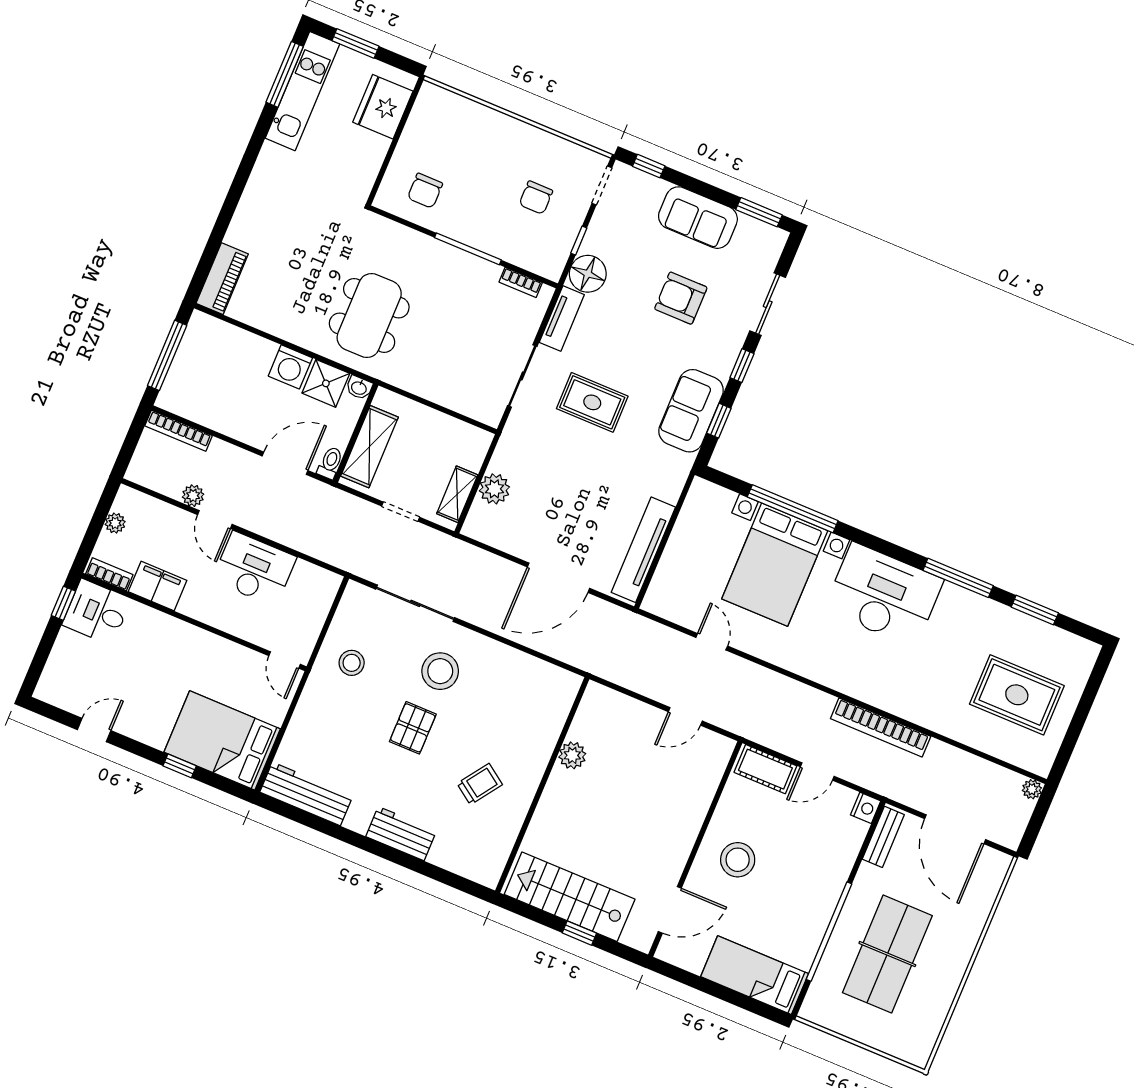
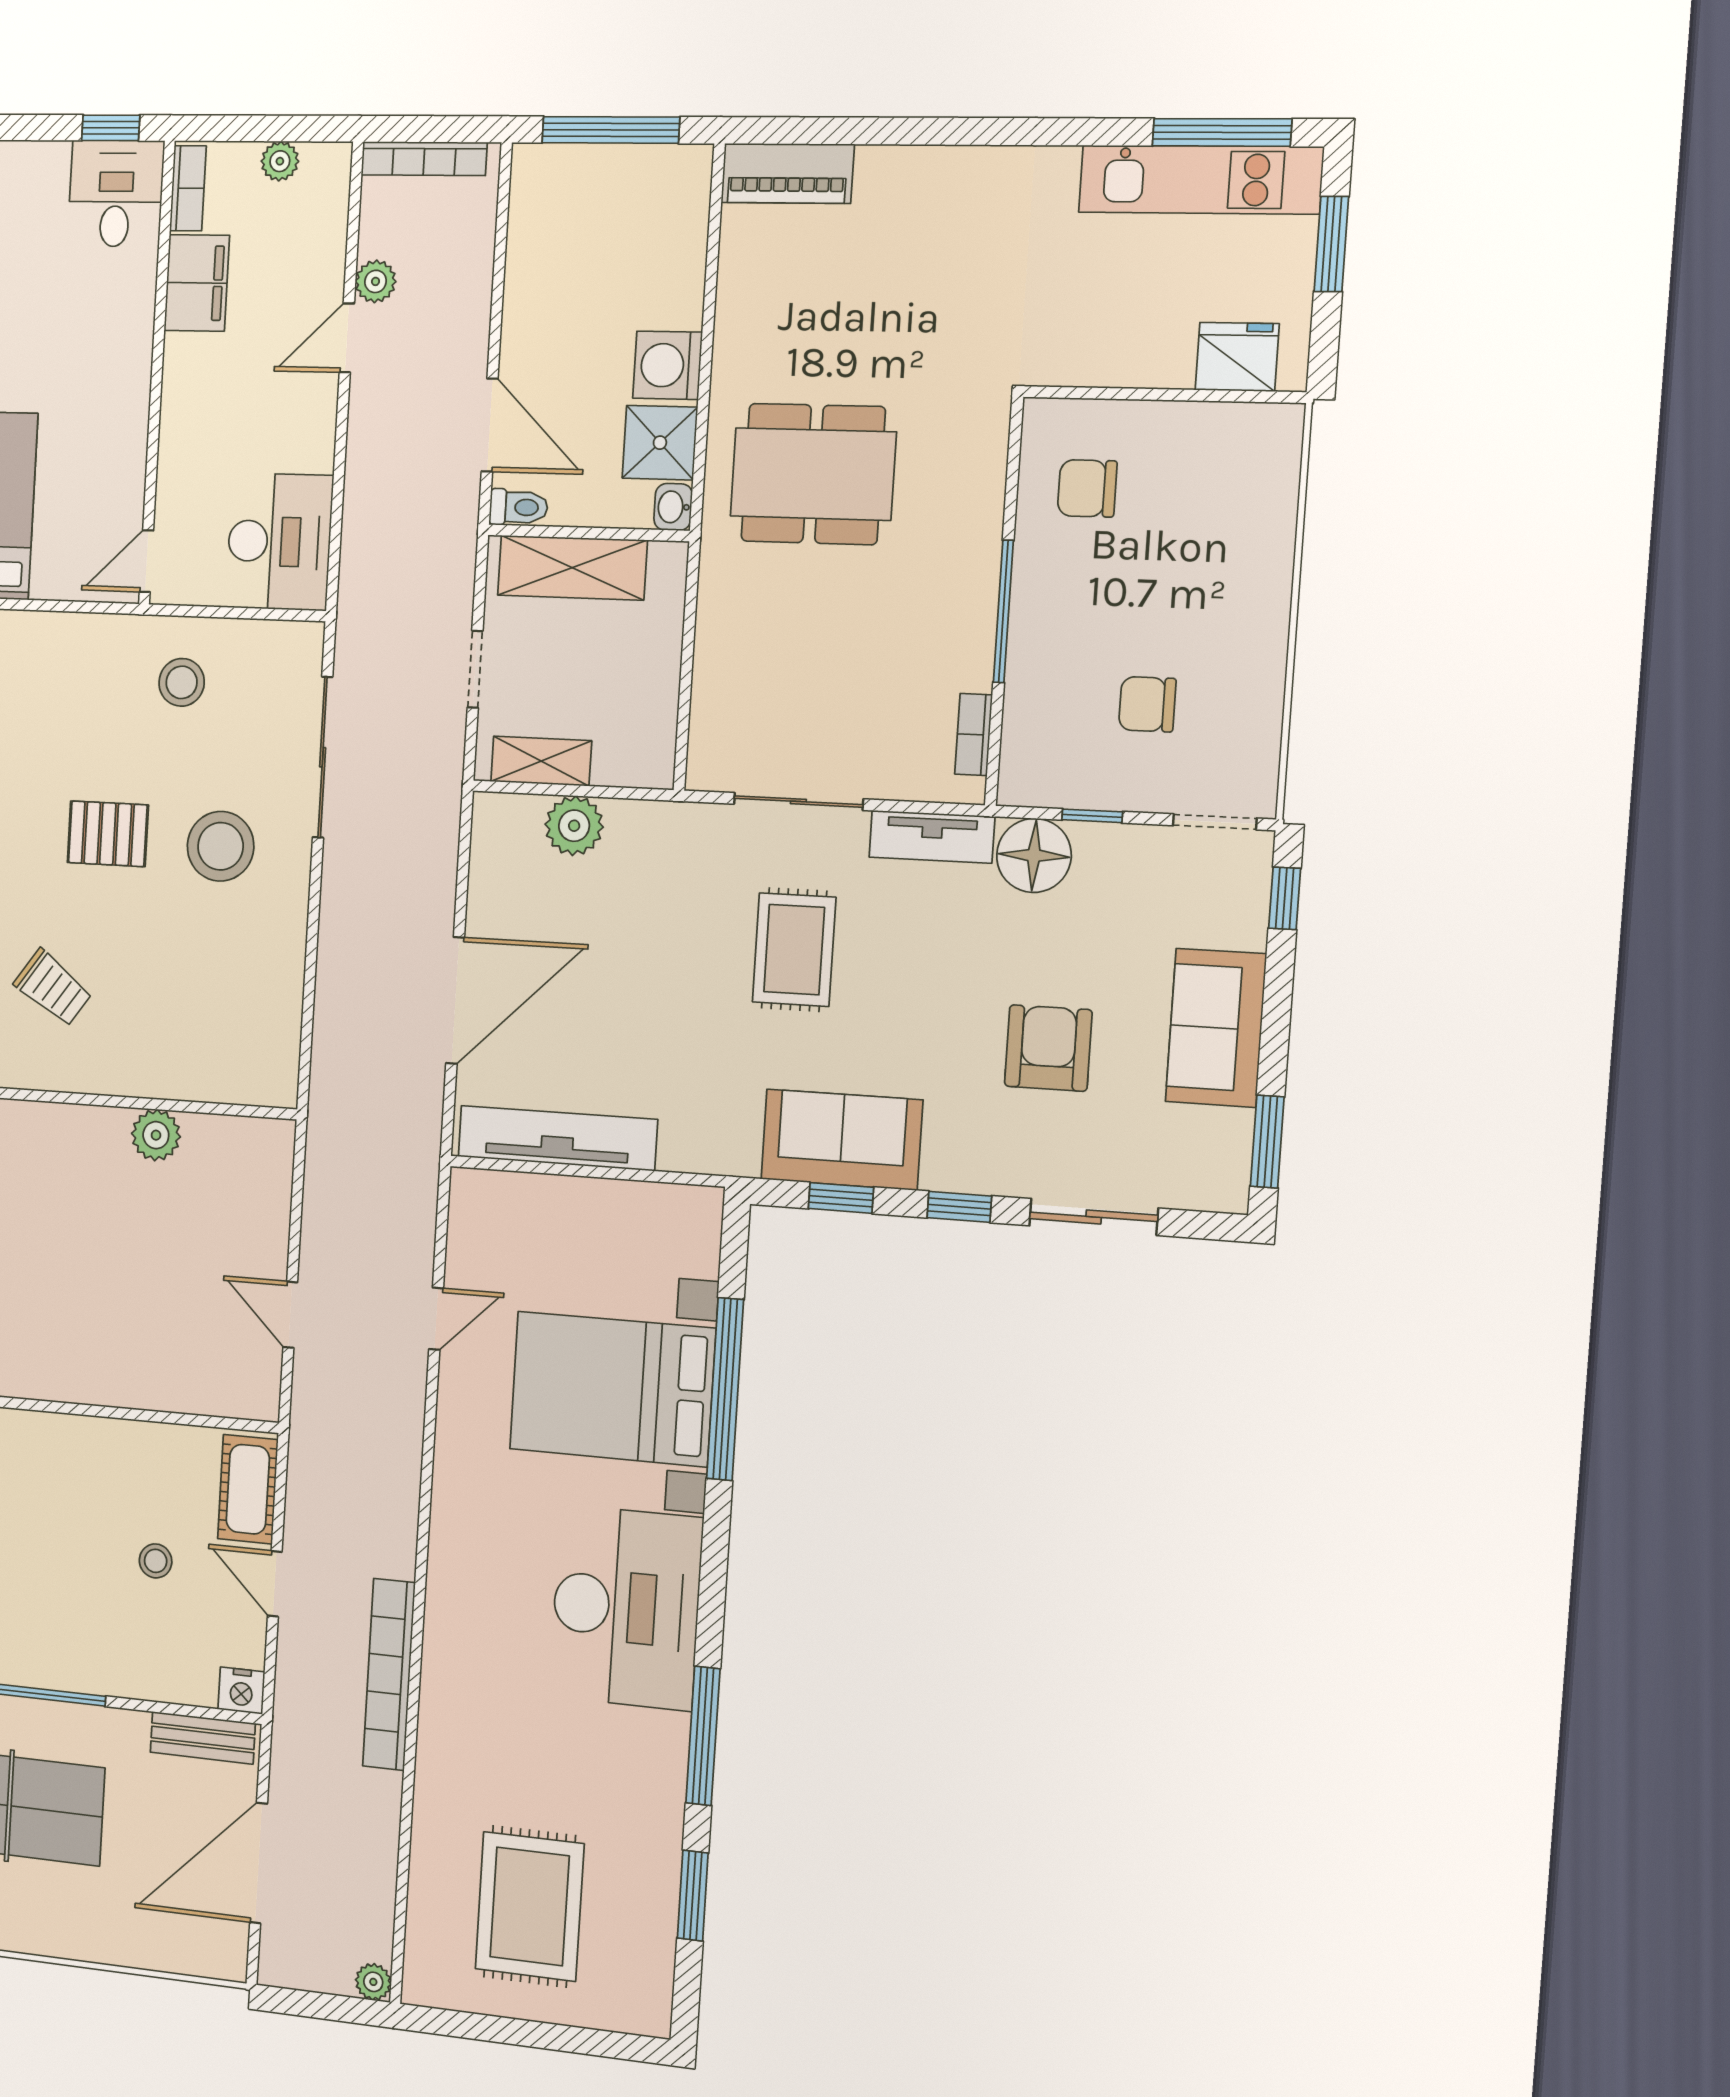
fridge: (383, 107) -> (1237, 357), width x0.73, depth x0.75
bookcase: (179, 431) -> (424, 159), moved, turned -90
desk: (254, 569) -> (279, 542), moved
door: (559, 578) -> (455, 1000), swing flipped
stool: (738, 860) -> (156, 1561), moved, width x0.53, depth x0.53

